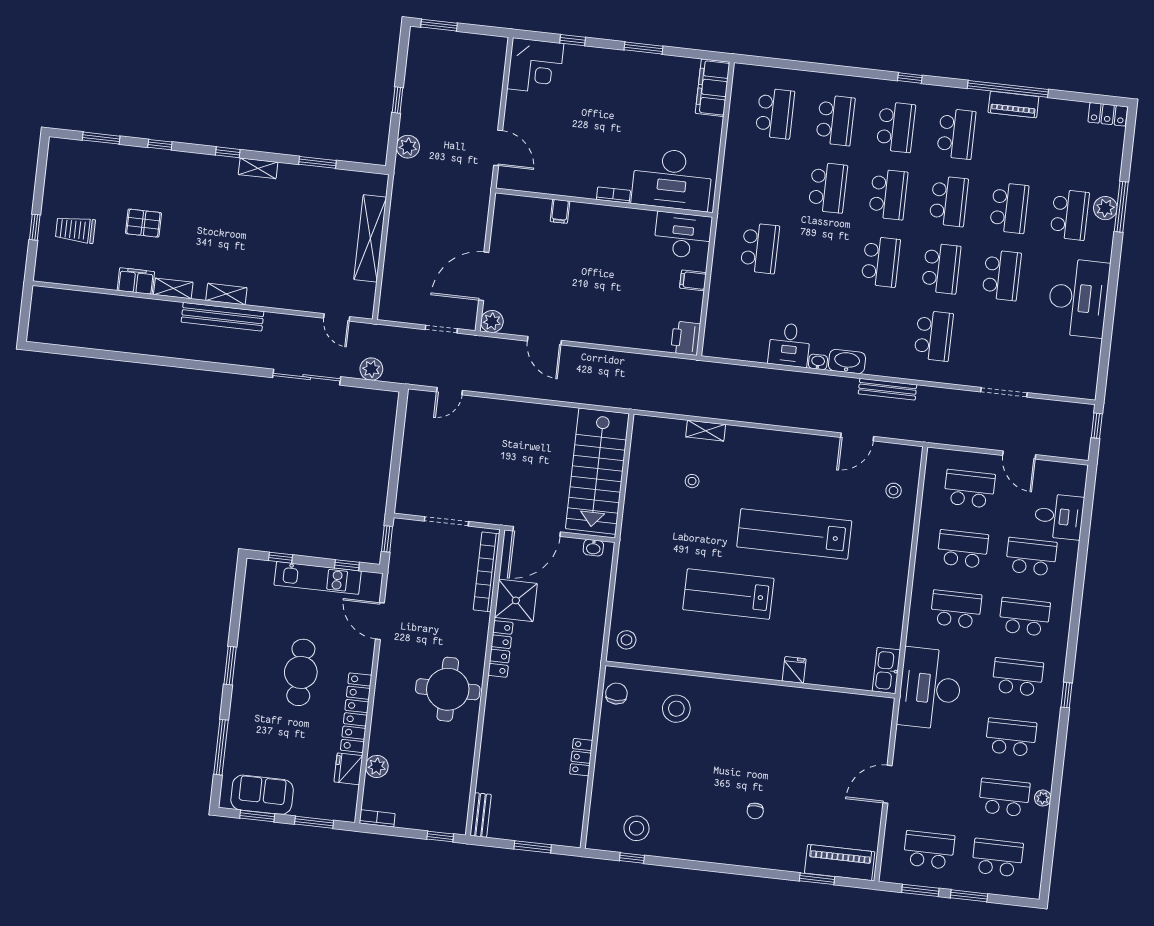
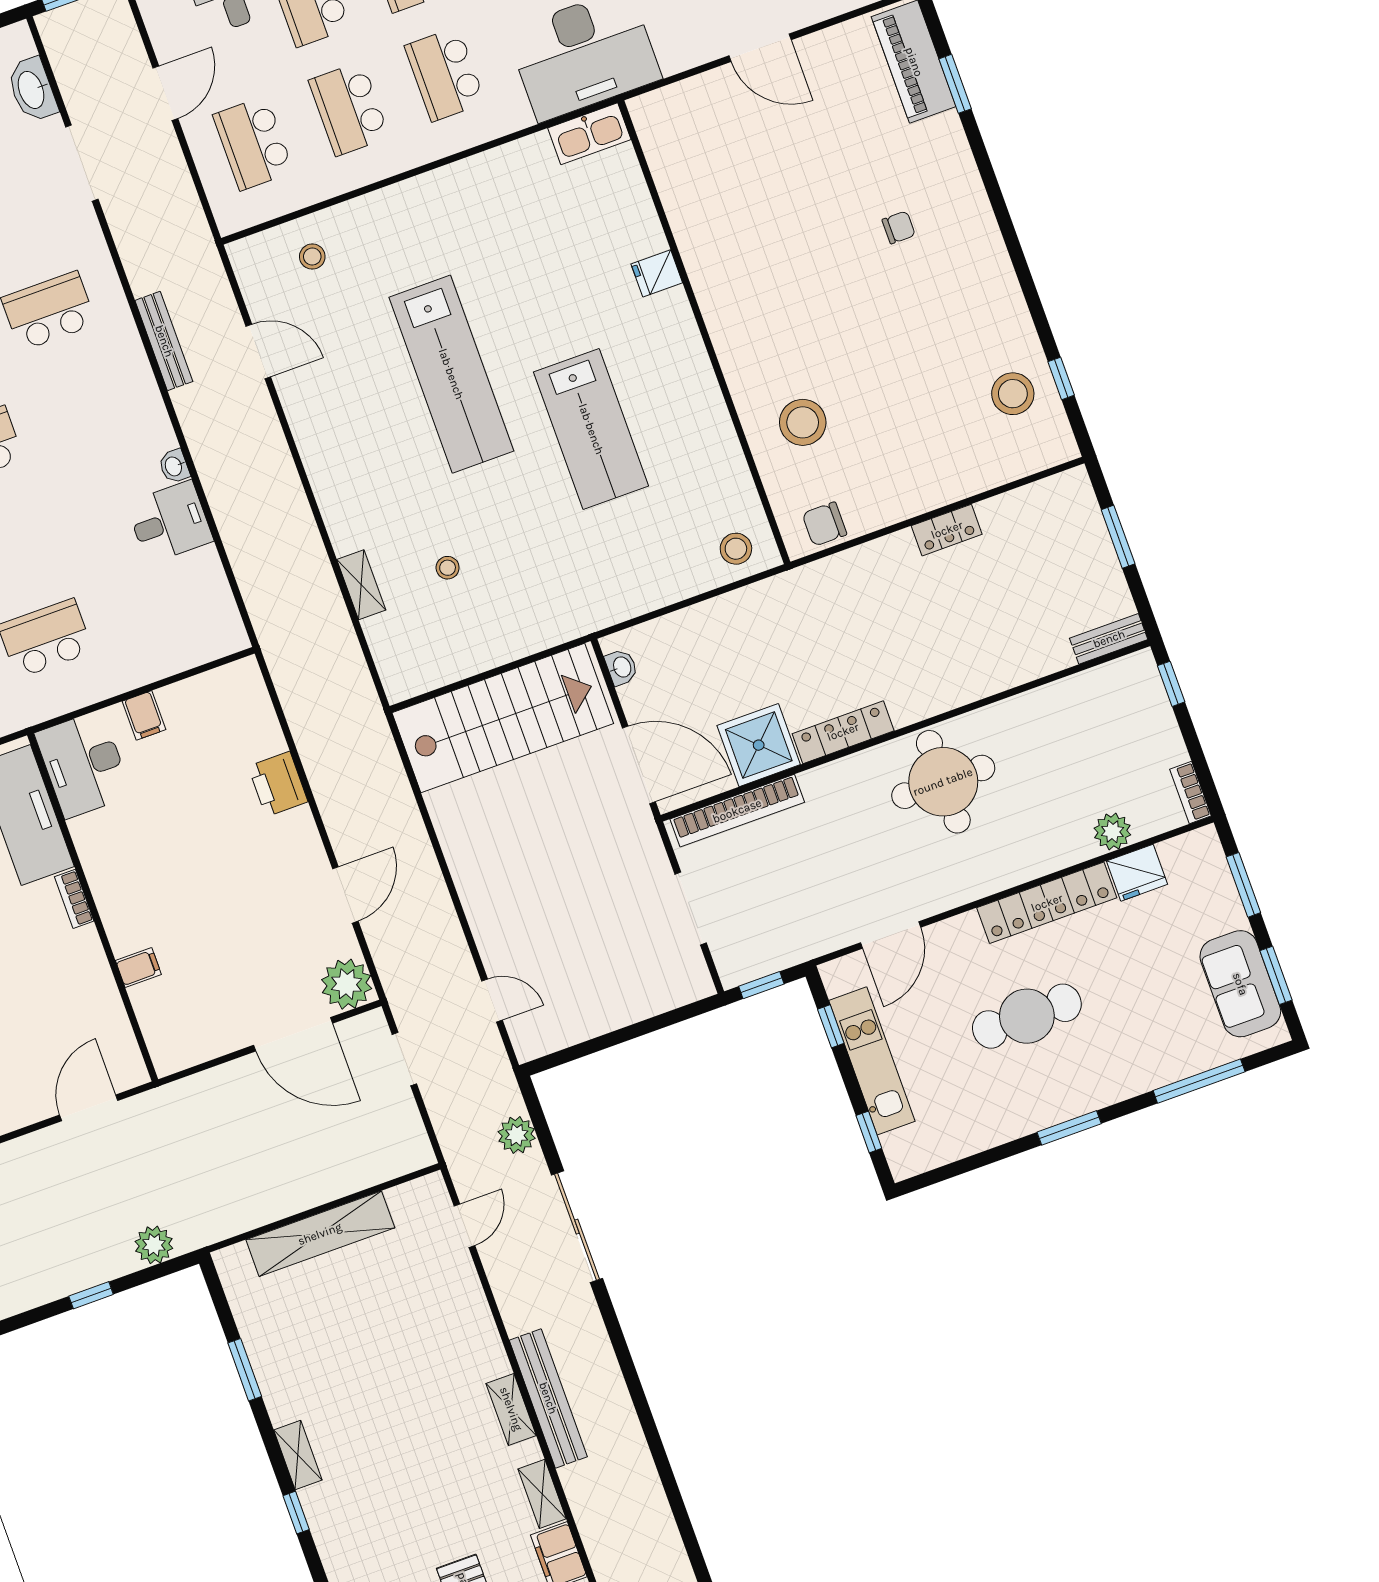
plant: (492, 321) -> (347, 984), width x1.36, depth x1.36
printer: (686, 338) -> (278, 784), moved, turned 90
washbasin: (847, 361) -> (32, 90), moved

